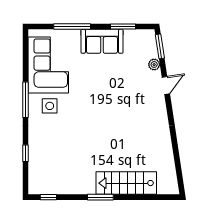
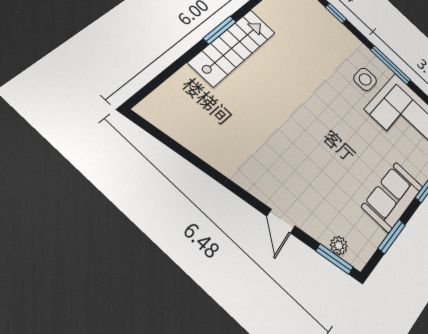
plant: (154, 65) -> (339, 246), moved
stairs: (126, 183) -> (233, 47), moved

